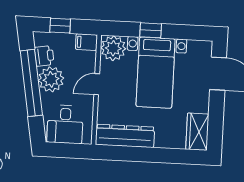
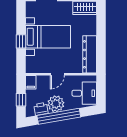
plant: (113, 48) -> (34, 65), removed
door: (97, 84) -> (57, 74), hinge flipped

